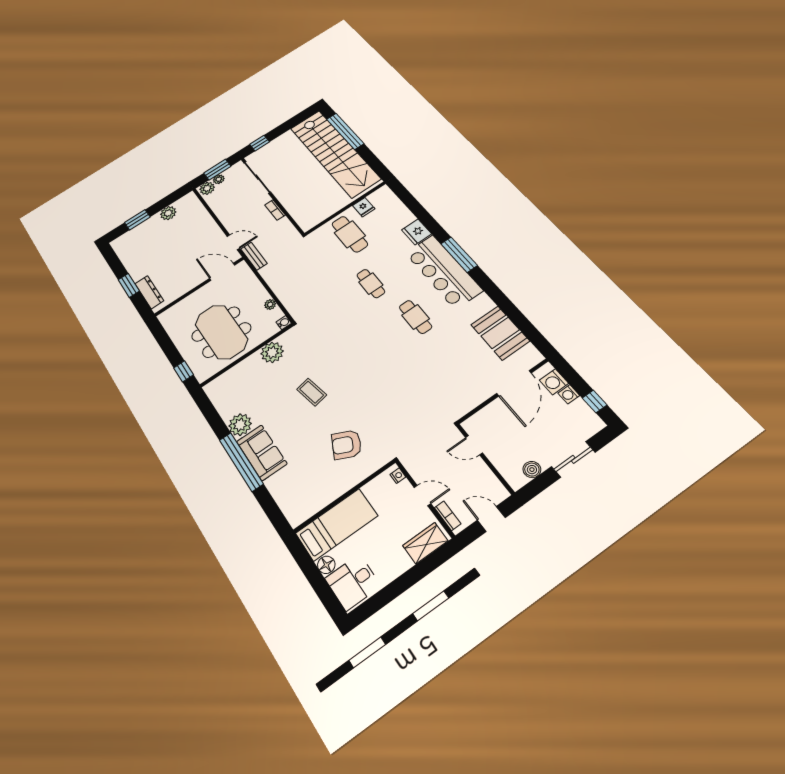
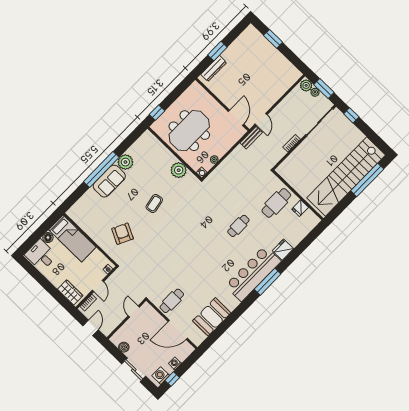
plant: (168, 213) -> (281, 61), removed
cafe table: (416, 317) -> (172, 301), moved
washing machine: (554, 382) -> (161, 376), moved

